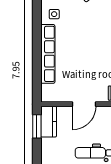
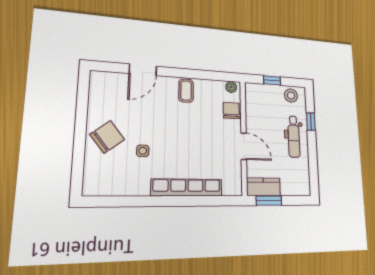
side table: (54, 14) -> (143, 151), moved

